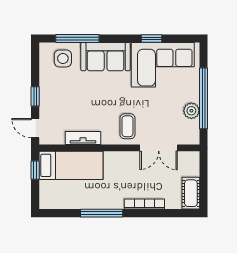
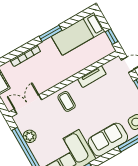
double door: (159, 148) -> (28, 104), moved
bed: (71, 165) -> (78, 34), moved
window: (102, 213) -> (51, 33), width x0.69

